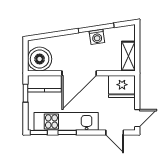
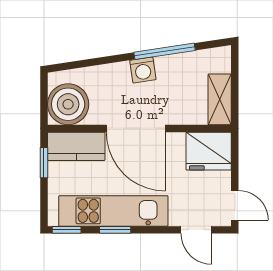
washing machine: (97, 37) -> (143, 70), moved
door: (79, 73) -> (136, 128), hinge flipped
door: (137, 118) -> (235, 205), hinge flipped

